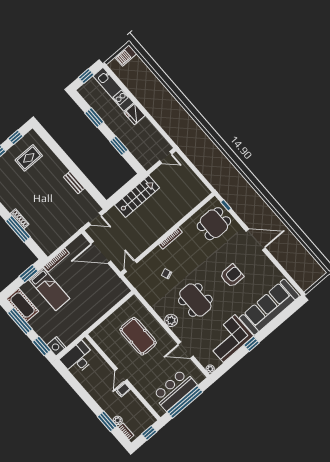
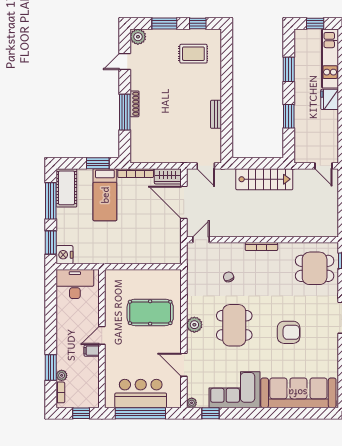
wardrobe: (77, 245) -> (168, 176), added
pool table: (138, 336) -> (150, 312), turned 90
window: (252, 344) -> (210, 413), moved

